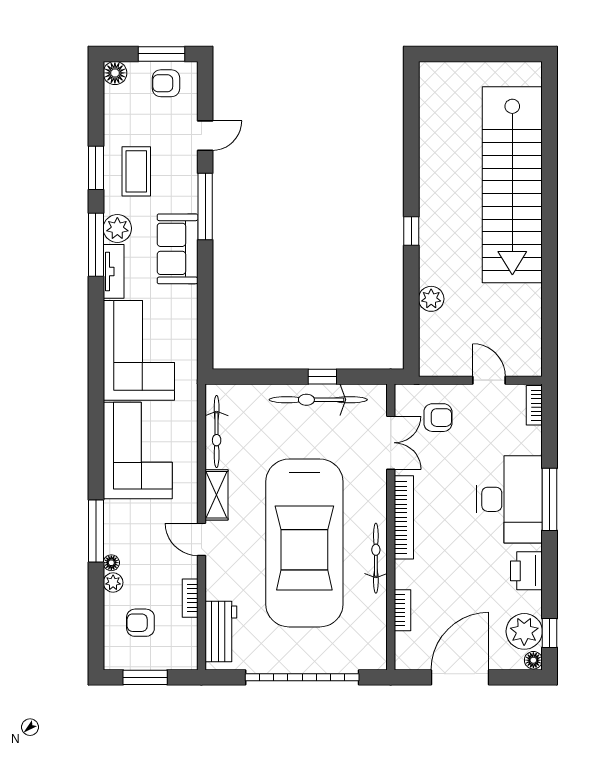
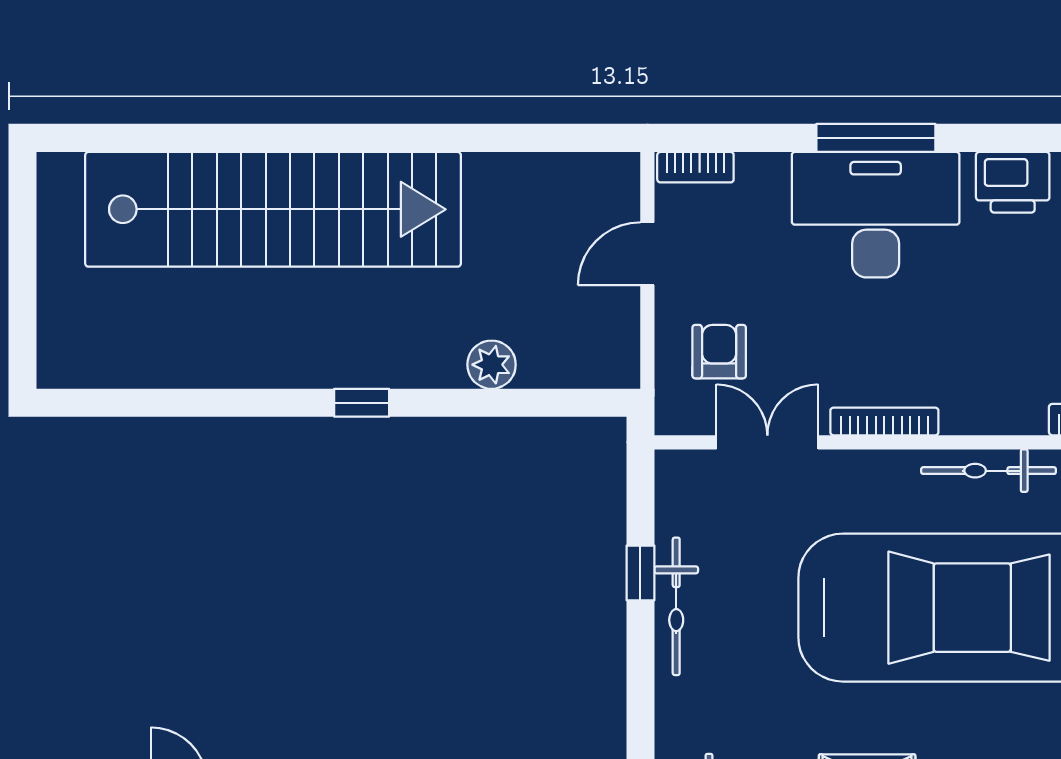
bicycle: (318, 400) -> (676, 606), width x0.73, depth x0.71
bookcase: (404, 517) -> (884, 421), width x0.68, depth x0.76

